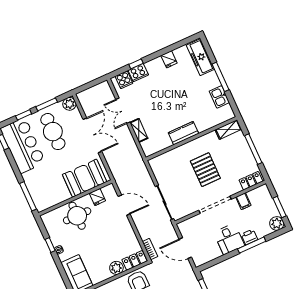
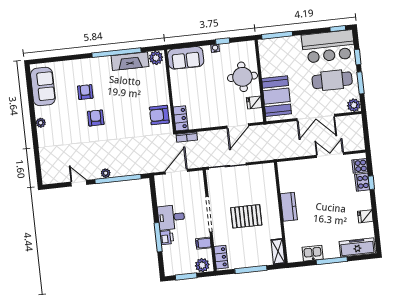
shelving: (139, 130) -> (306, 164), removed
plant: (277, 223) -> (202, 265), moved
plant: (116, 268) -> (179, 98), removed

